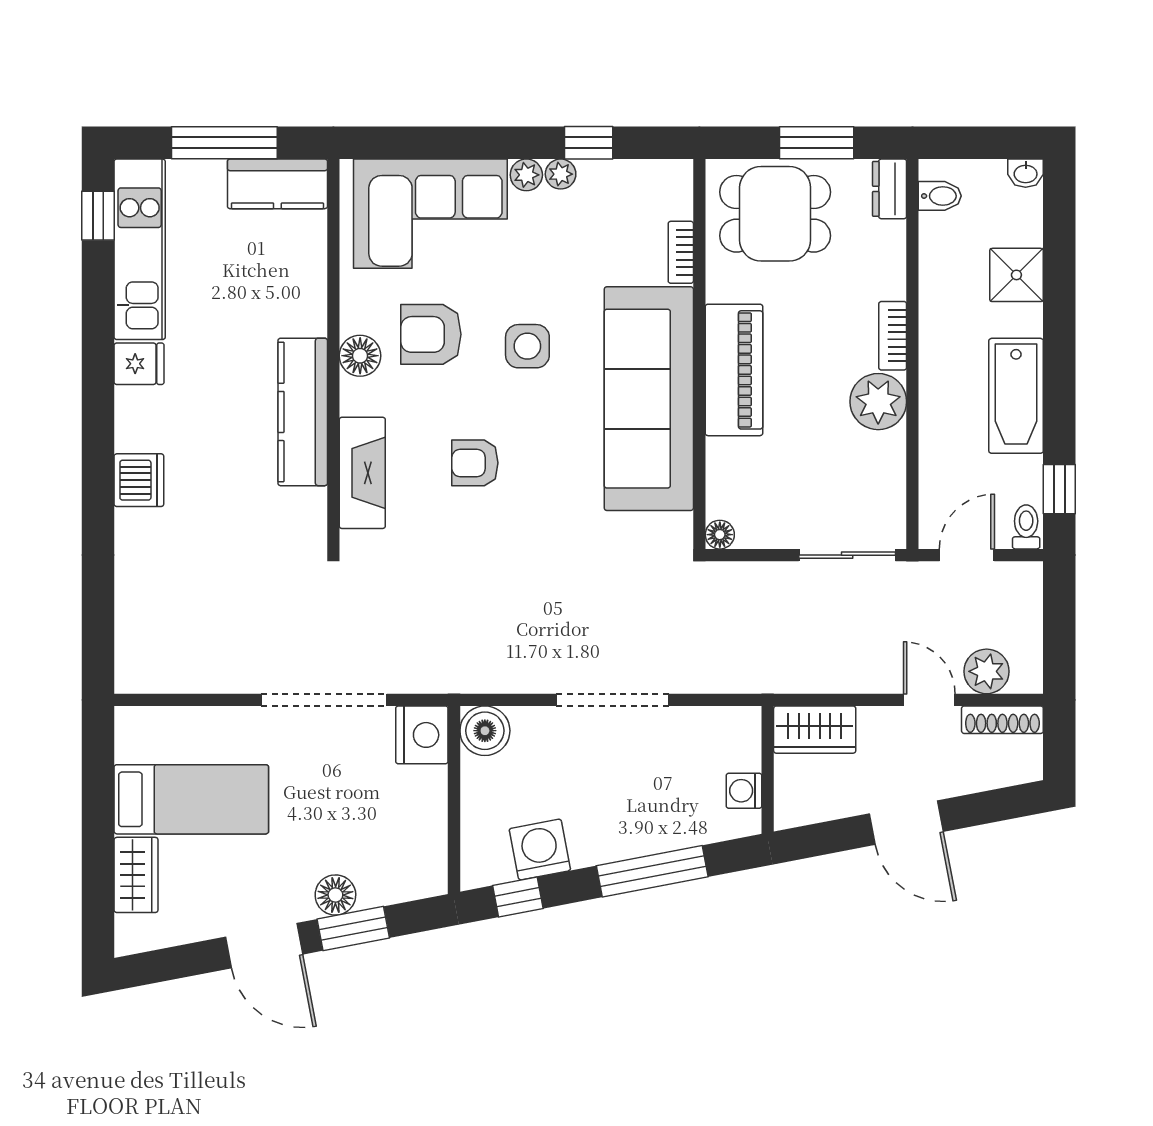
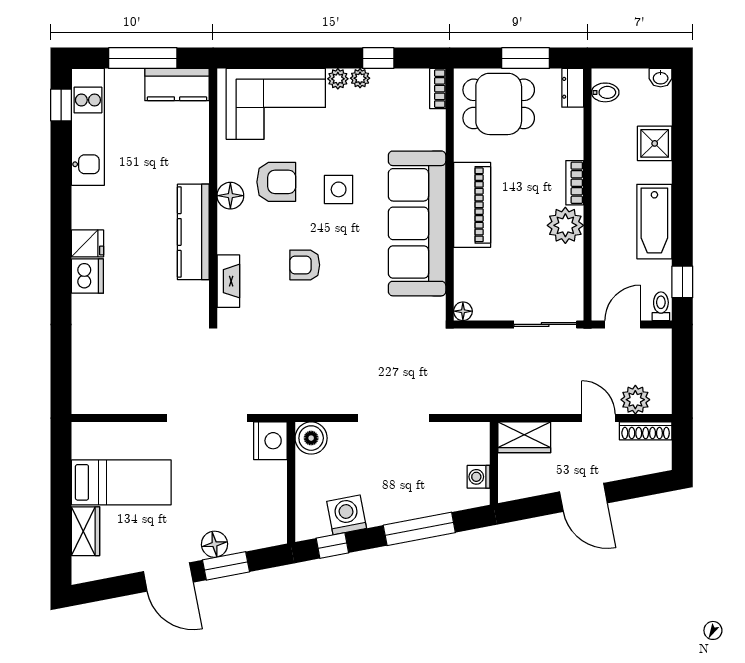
bookcase: (681, 252) -> (438, 89), moved
armchair: (431, 334) -> (276, 182), turned 180
fridge: (139, 364) -> (88, 243), moved
fireplace: (362, 473) -> (228, 281), width x0.73, depth x0.76

